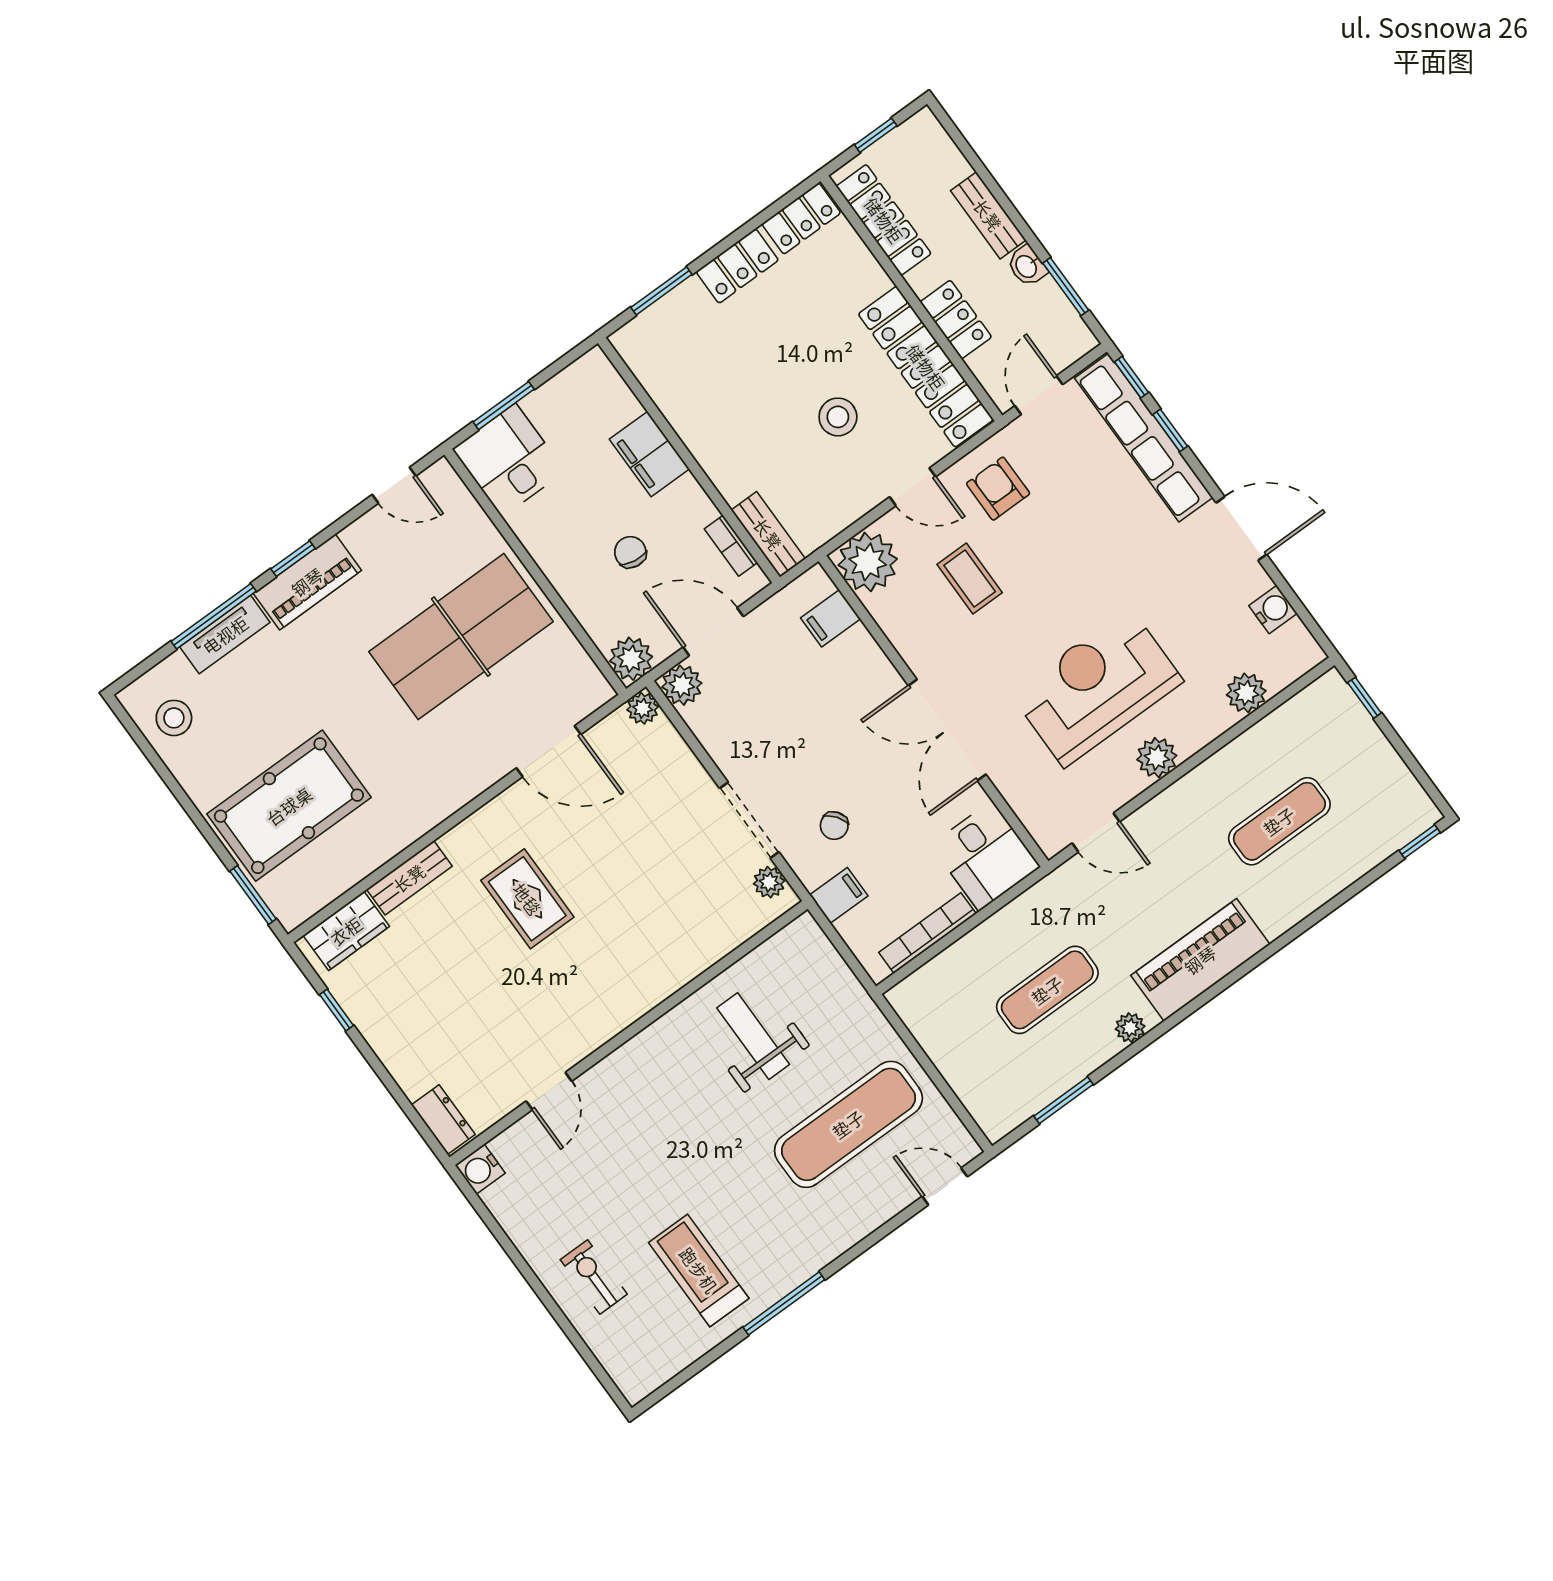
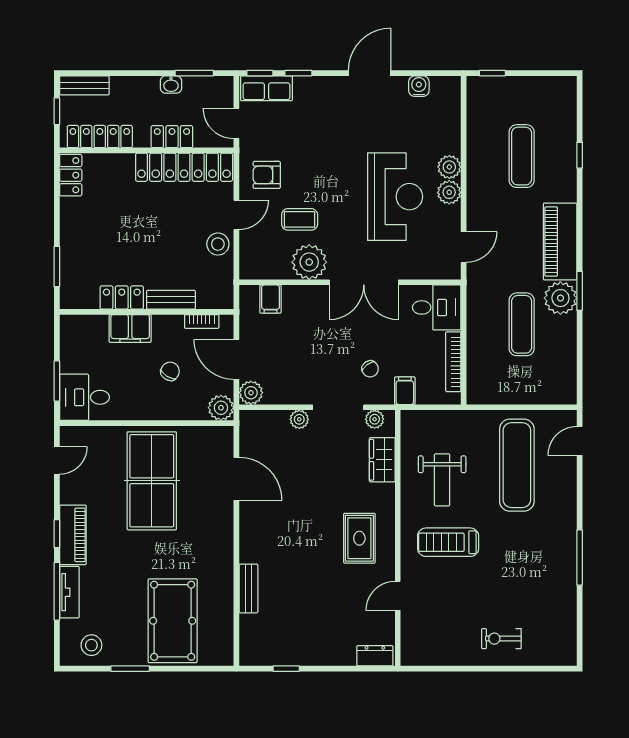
bench: (988, 215) -> (84, 85), moved
locker: (737, 266) -> (122, 297), moved, turned -90
stool: (838, 417) -> (218, 244), moved
row of seats: (1144, 438) -> (266, 88), width x0.50
bench: (768, 534) -> (171, 300), moved
chair: (630, 552) -> (170, 371), turned 113
plant: (868, 562) -> (309, 262), moved
door: (713, 632) -> (236, 359), hinge flipped
reception desk: (1097, 687) -> (395, 197), turned 180
plant: (1246, 693) -> (449, 167), moved
plant: (643, 708) -> (299, 419), moved
door: (549, 751) -> (236, 479), hinge flipped
window: (1420, 842) -> (580, 155), moved
window: (253, 895) -> (130, 669), moved
rug: (527, 899) -> (359, 538), moved, turned 90
wardrobe: (346, 931) -> (382, 460), moved, turned 180
plant: (1130, 1028) -> (560, 298), width x1.88, depth x1.88
weight bench: (753, 1036) -> (442, 480), turned -90
door: (549, 1091) -> (398, 596), swing flipped
window: (1063, 1100) -> (580, 291), moved
water cooler: (480, 1169) -> (411, 655), removed
treadmill: (699, 1270) -> (448, 542), moved

